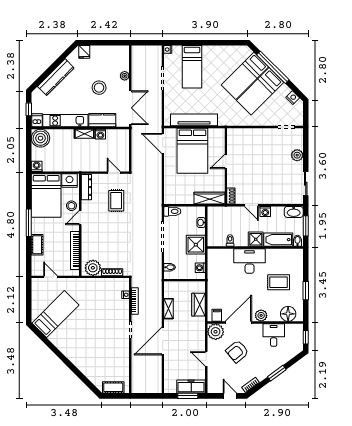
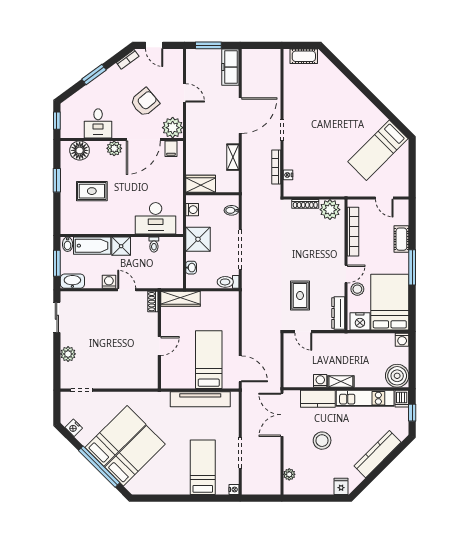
plant: (125, 76) -> (289, 474), moved
bed: (192, 151) -> (209, 360), width x0.67
desk: (250, 261) -> (156, 218), moved
wardrobe: (199, 305) -> (201, 184), moved, turned -90
freezer: (191, 386) -> (230, 67), moved, turned 90

